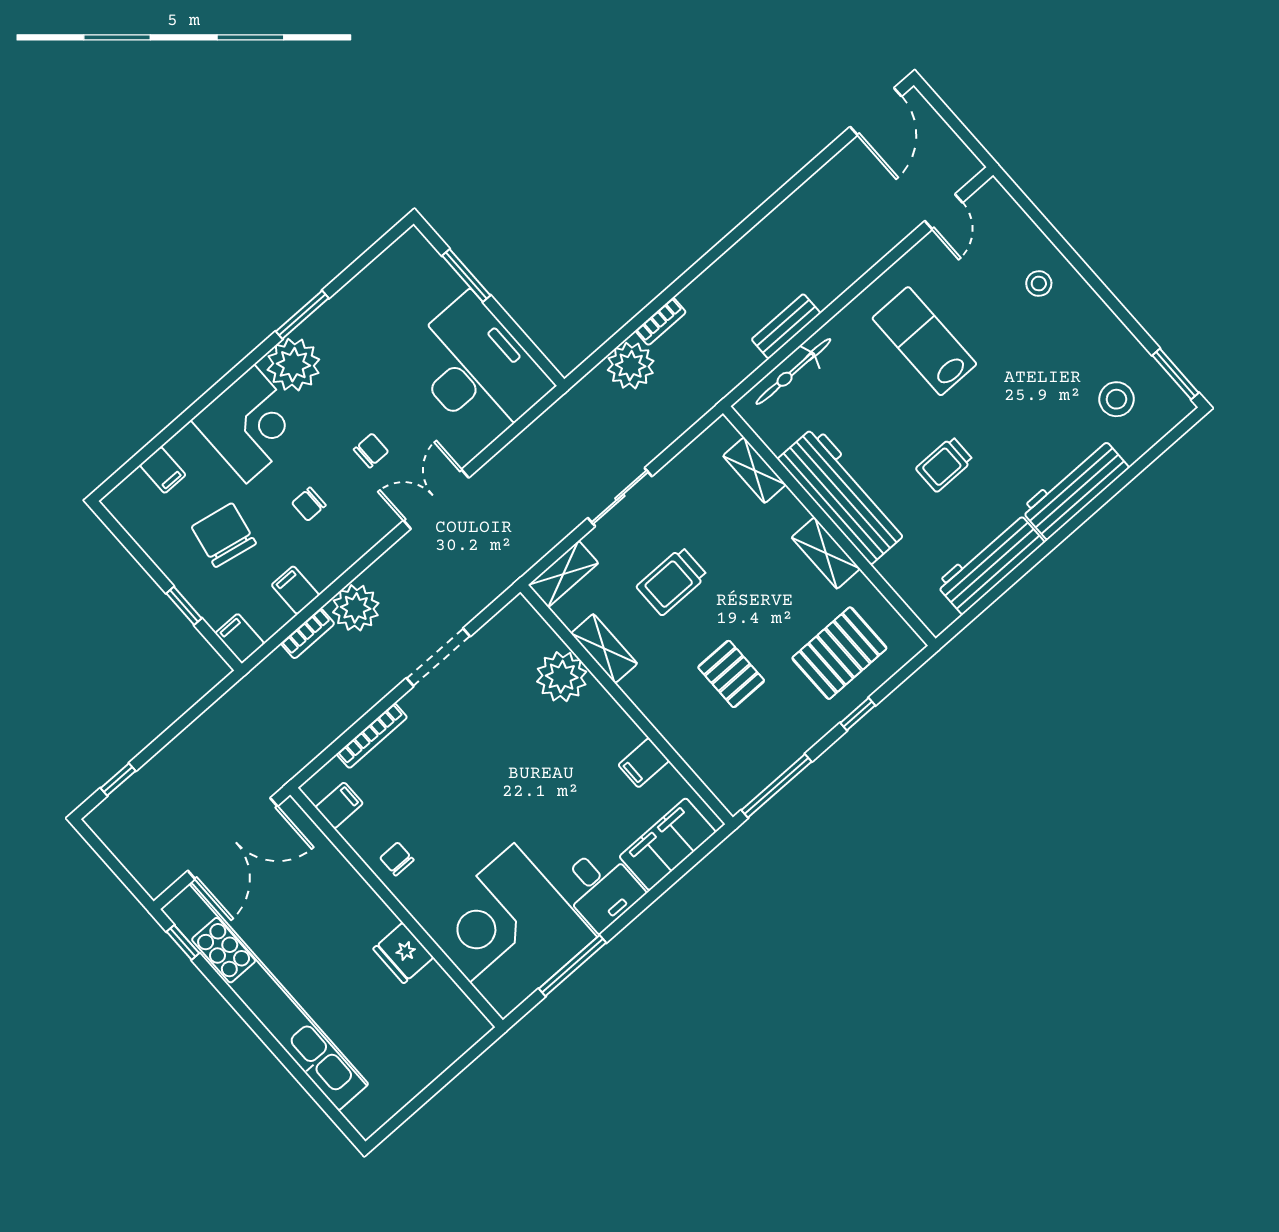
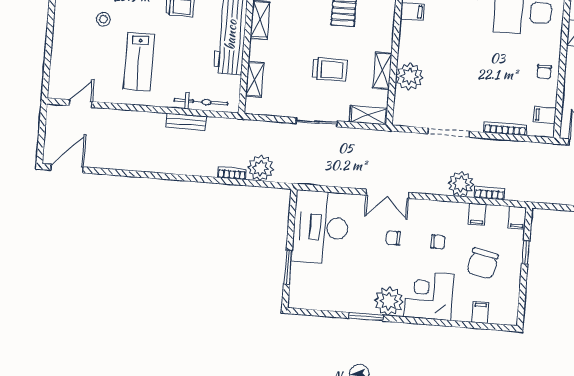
stool: (1039, 283) -> (103, 19), moved

